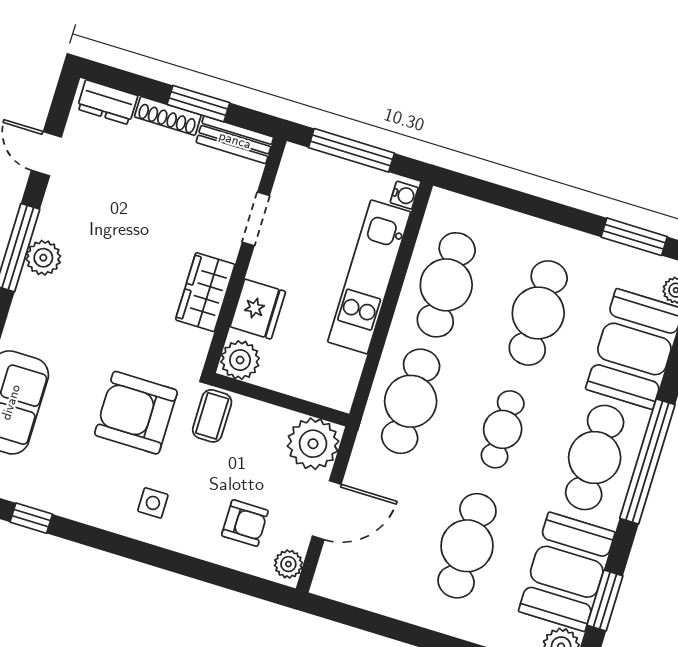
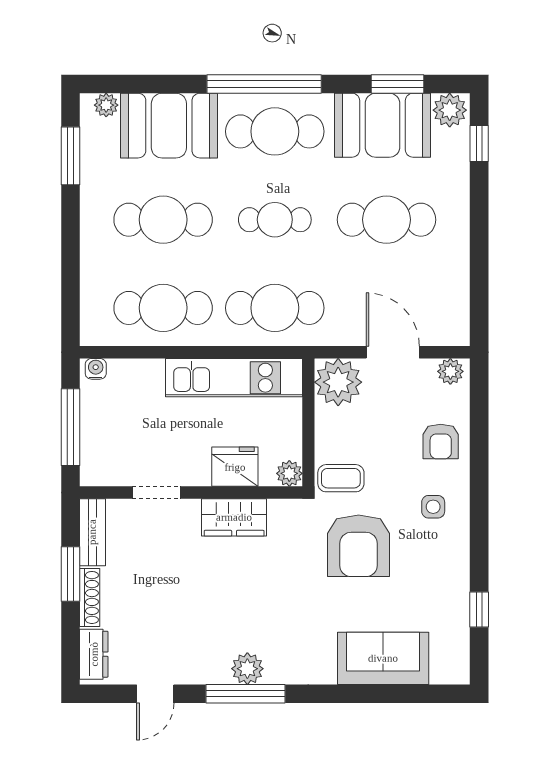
kitchen unit: (369, 277) -> (234, 378), moved
plant: (240, 360) -> (289, 473), width x0.73, depth x0.73
armchair: (245, 523) -> (441, 441), moved, turned 180

